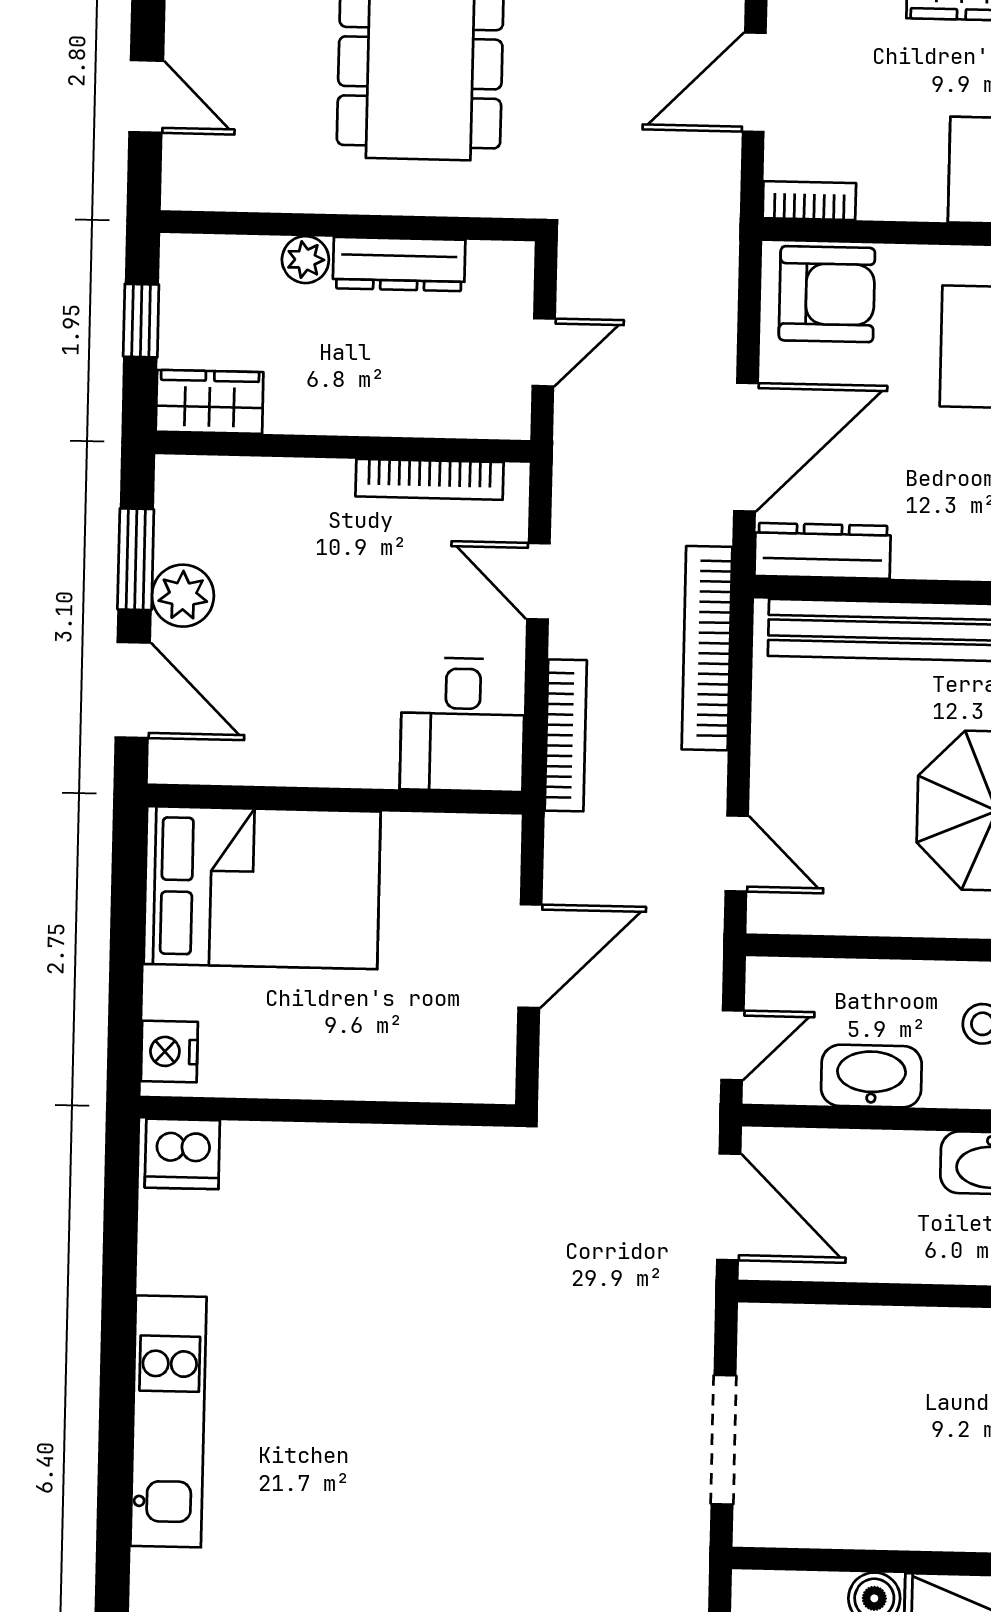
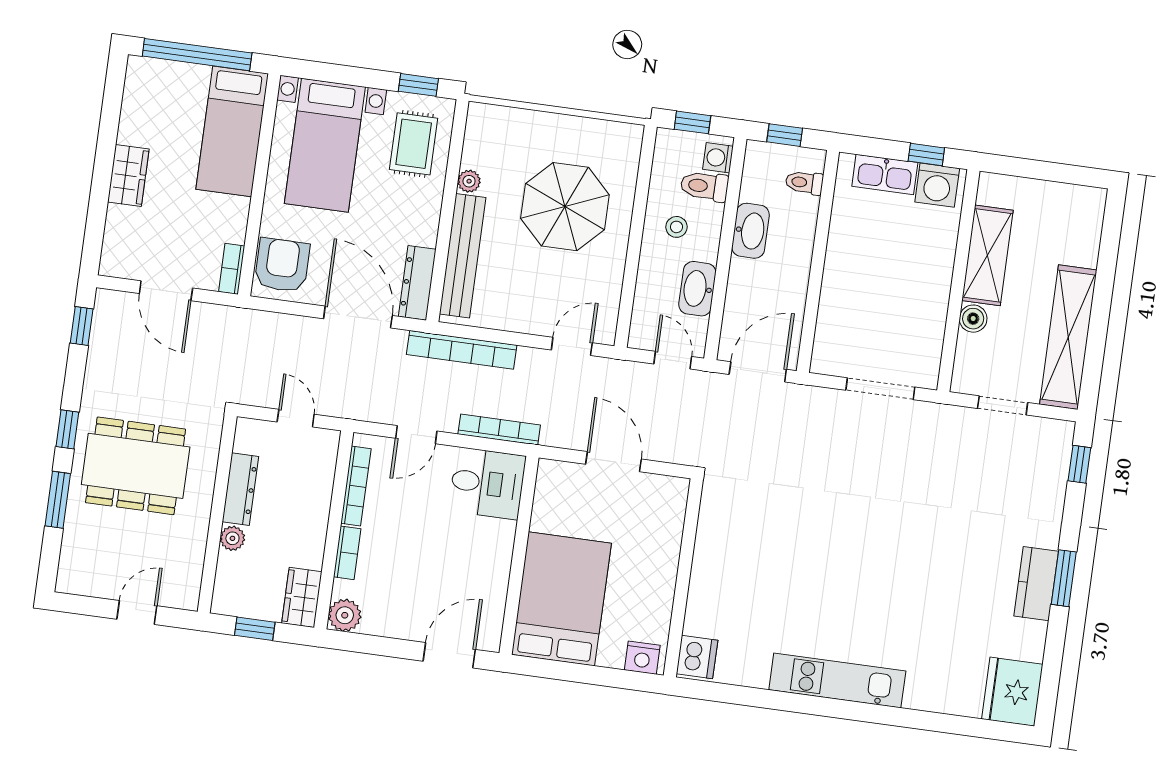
bookcase: (303, 477) -> (347, 553), added
window: (136, 559) -> (380, 646), removed
plant: (183, 596) -> (345, 615), moved

